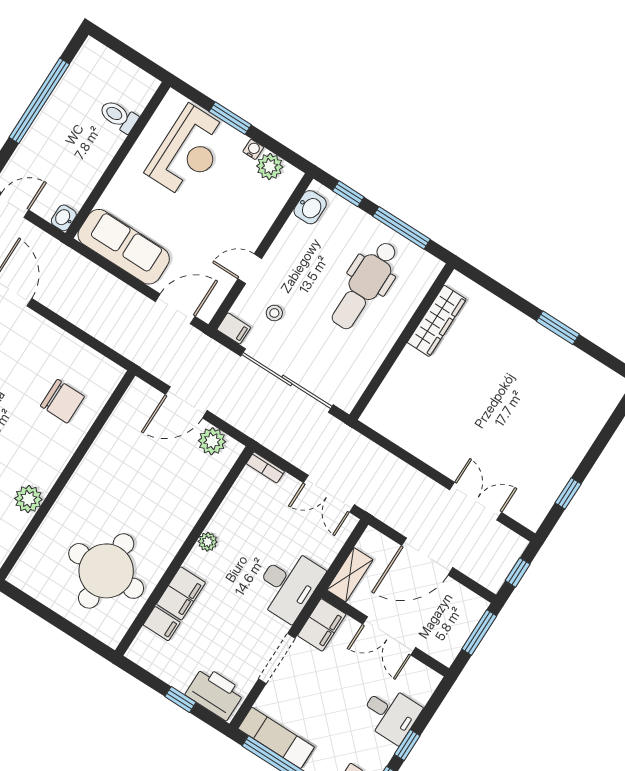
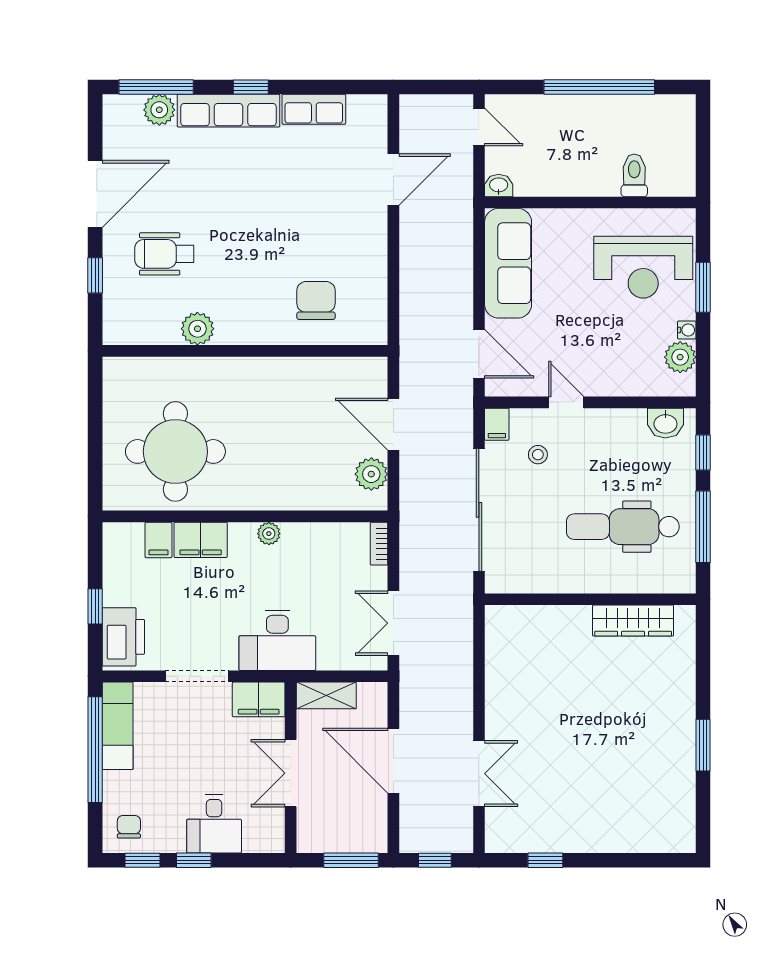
chair: (62, 401) -> (316, 300), turned 180

